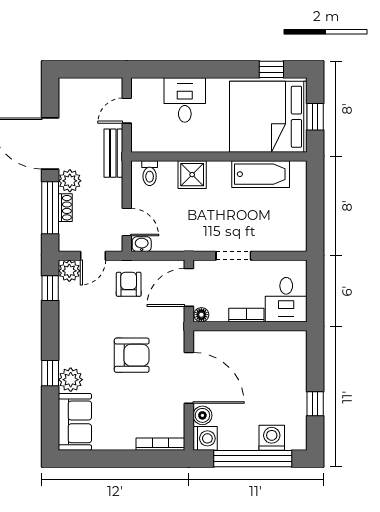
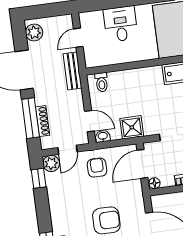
shower: (192, 175) -> (132, 127), moved
plant: (70, 181) -> (34, 32), moved
shoe rack: (65, 208) -> (42, 121), width x1.43

